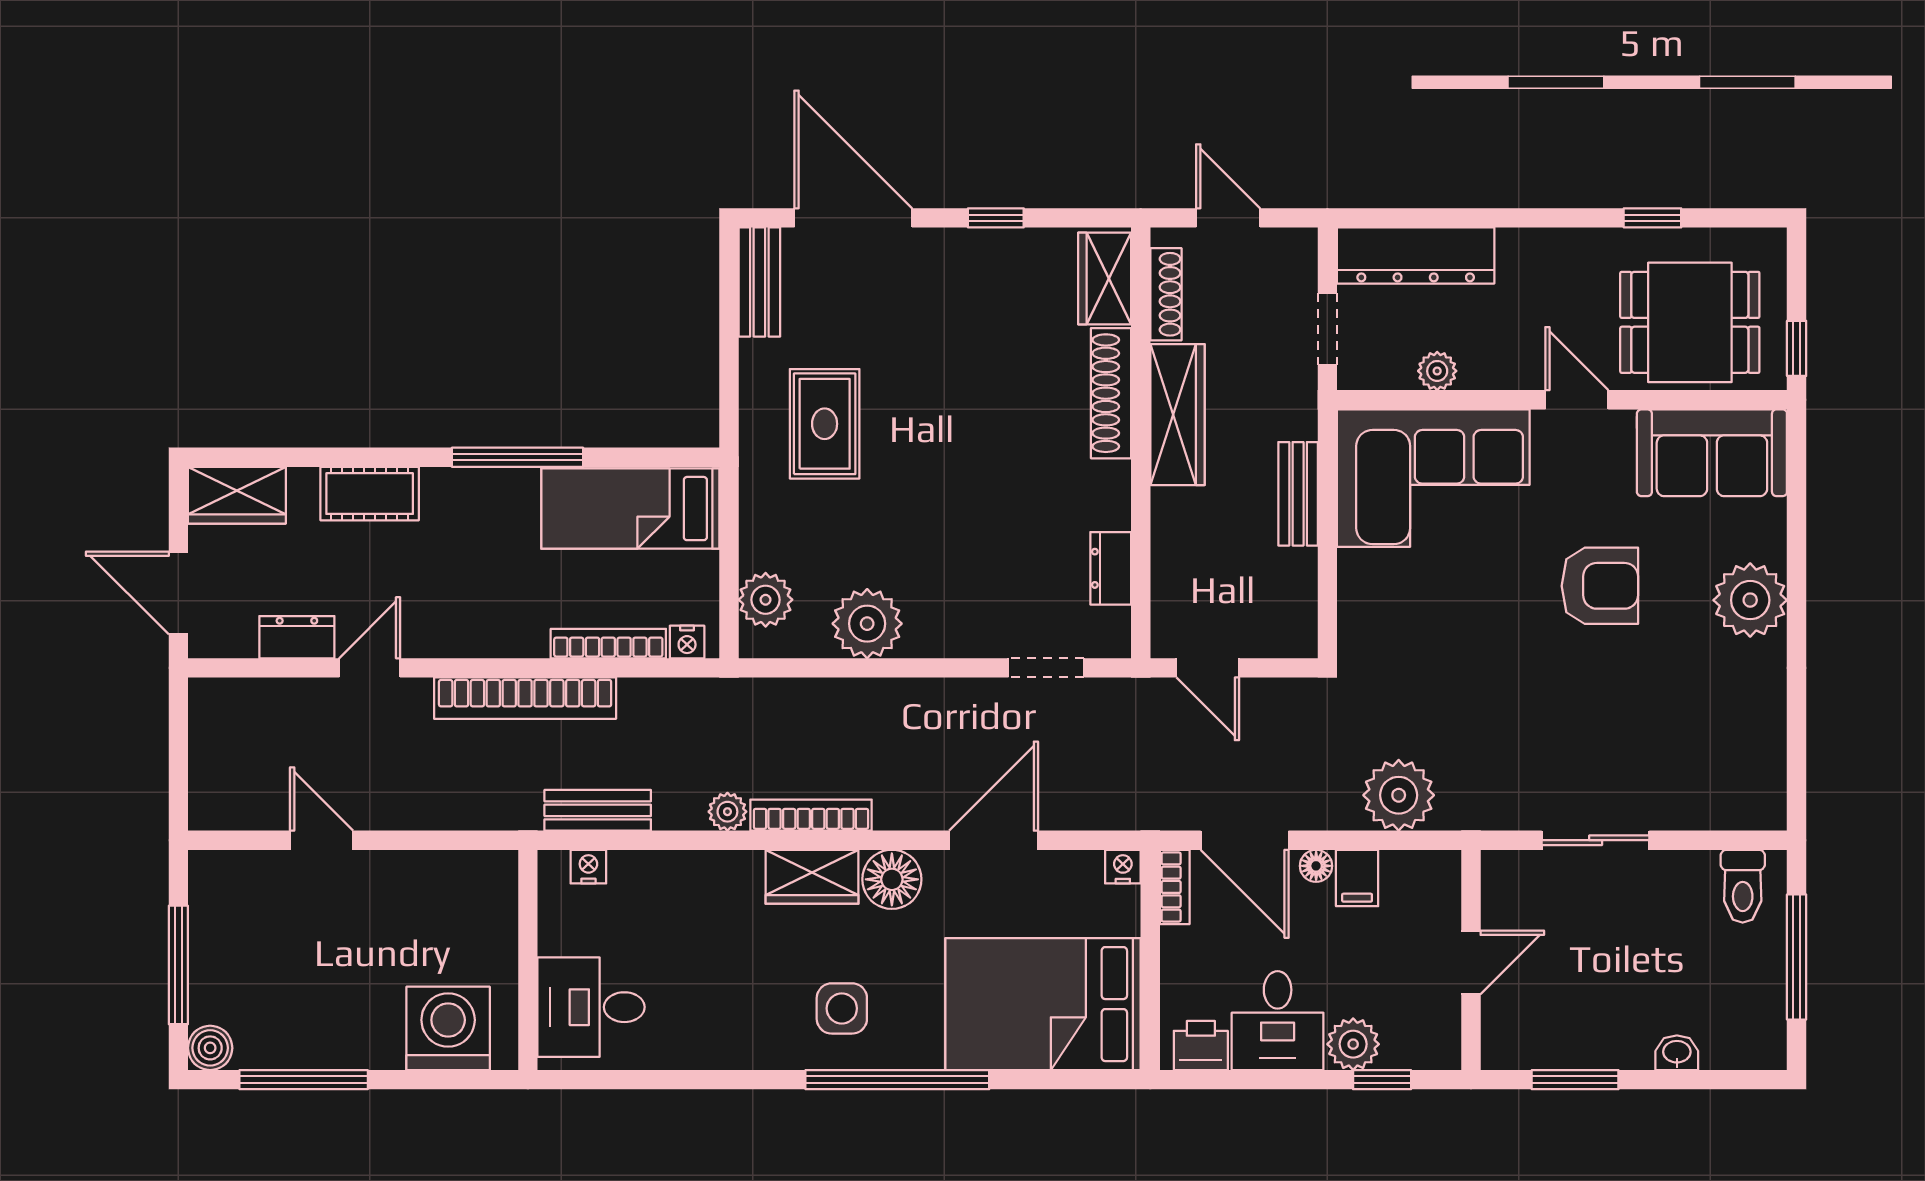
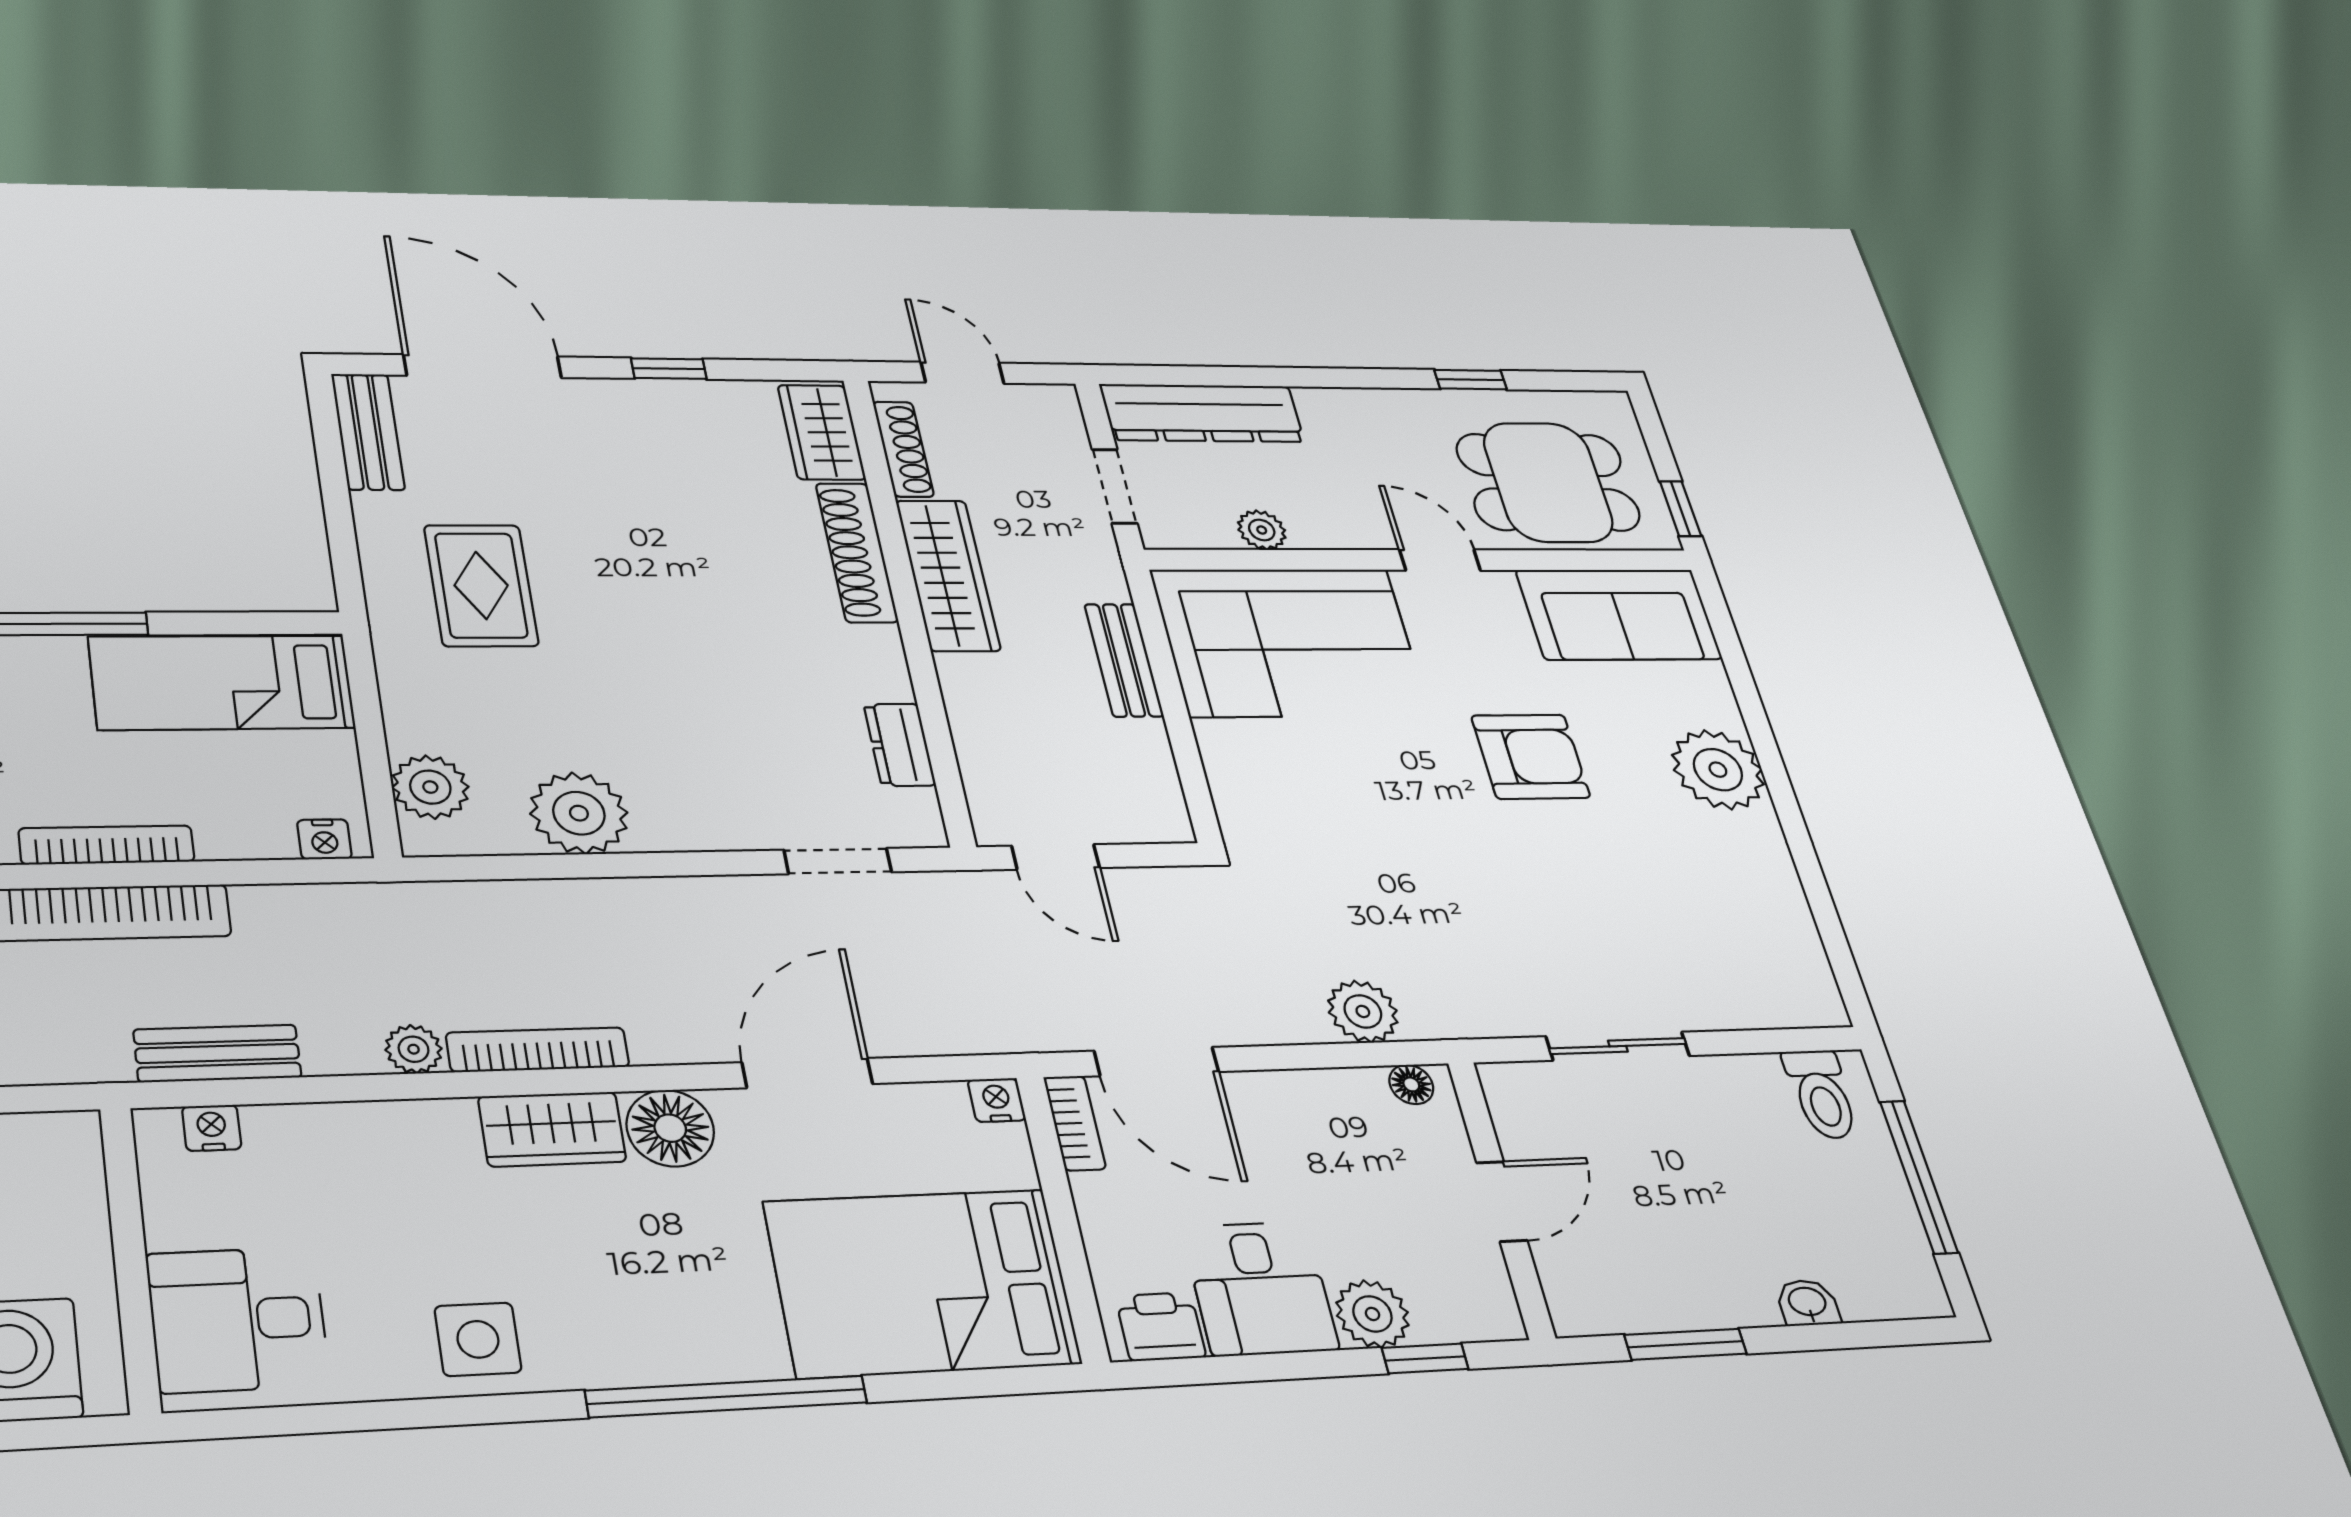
bookcase: (608, 644) -> (107, 845), moved
plant: (1399, 795) -> (1363, 1011), width x0.73, depth x0.73
floor lamp: (1316, 866) -> (1411, 1084), moved
filing cabinet: (1357, 878) -> (1320, 1103), removed
side table: (842, 1008) -> (478, 1339), moved

